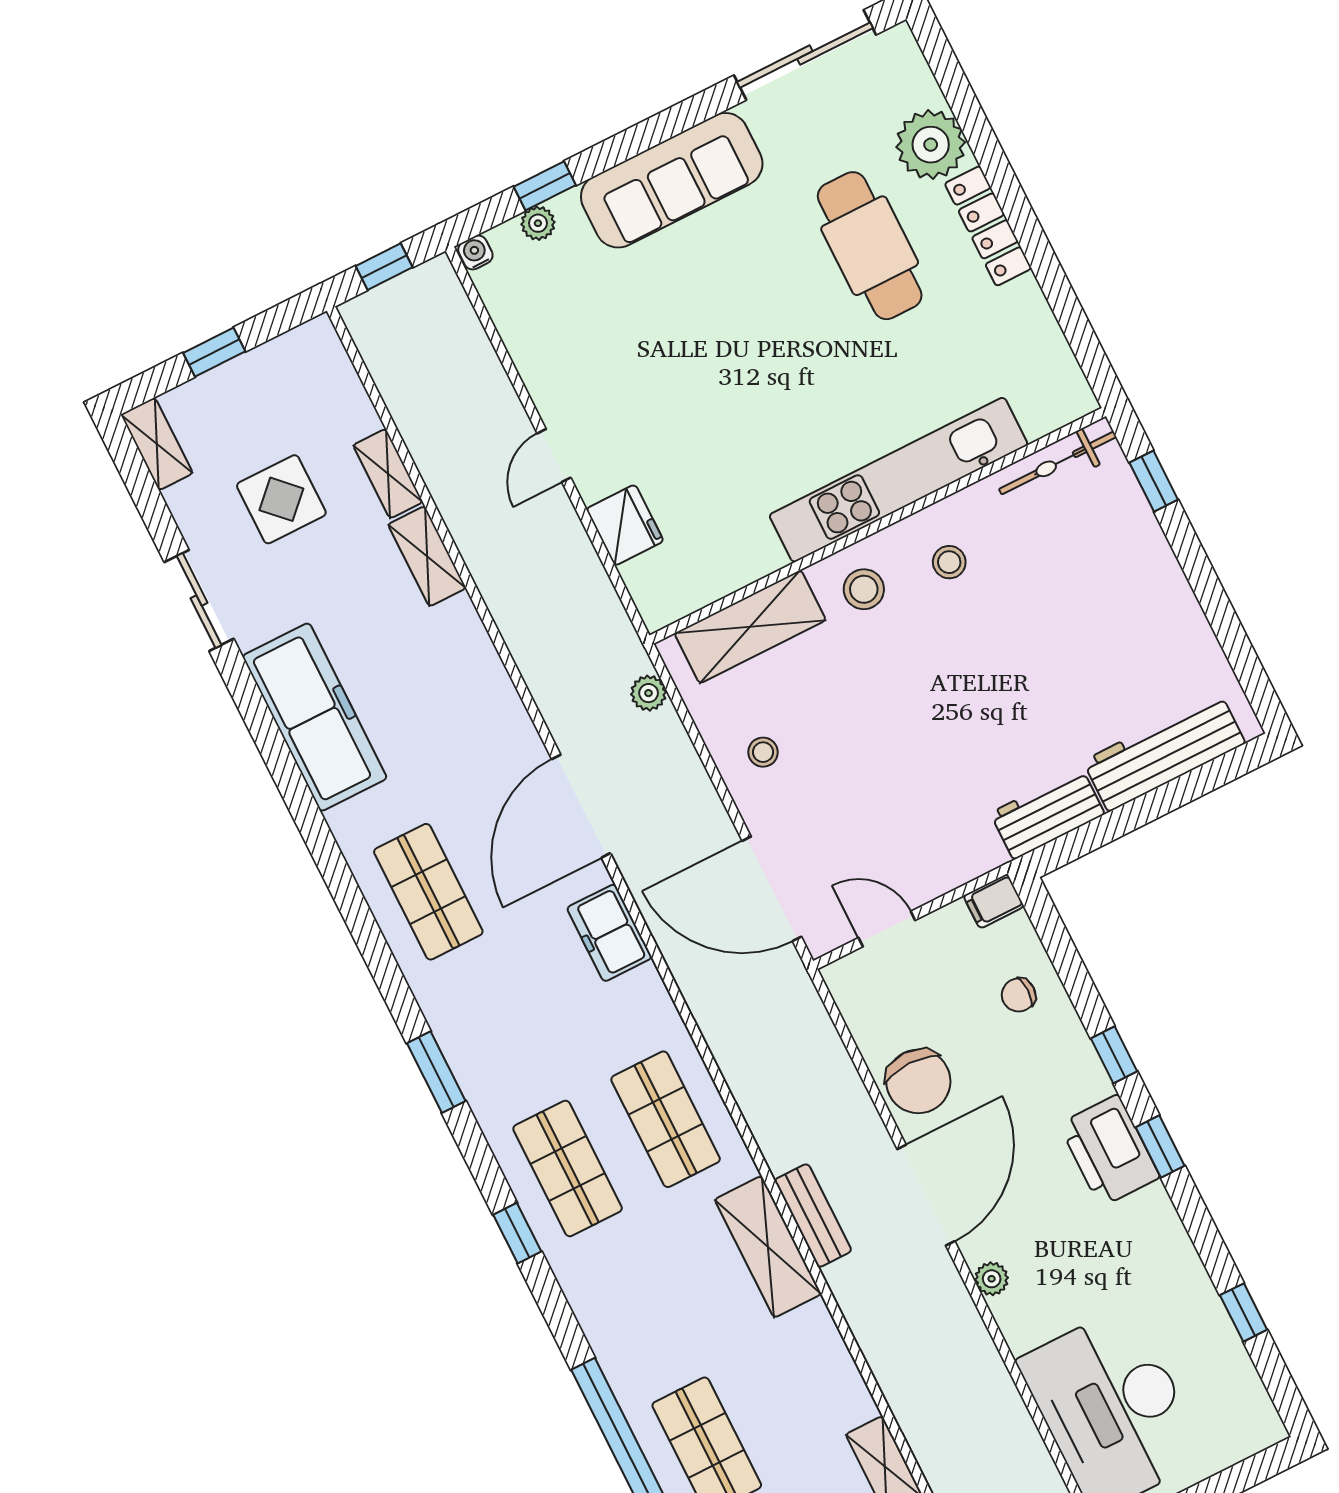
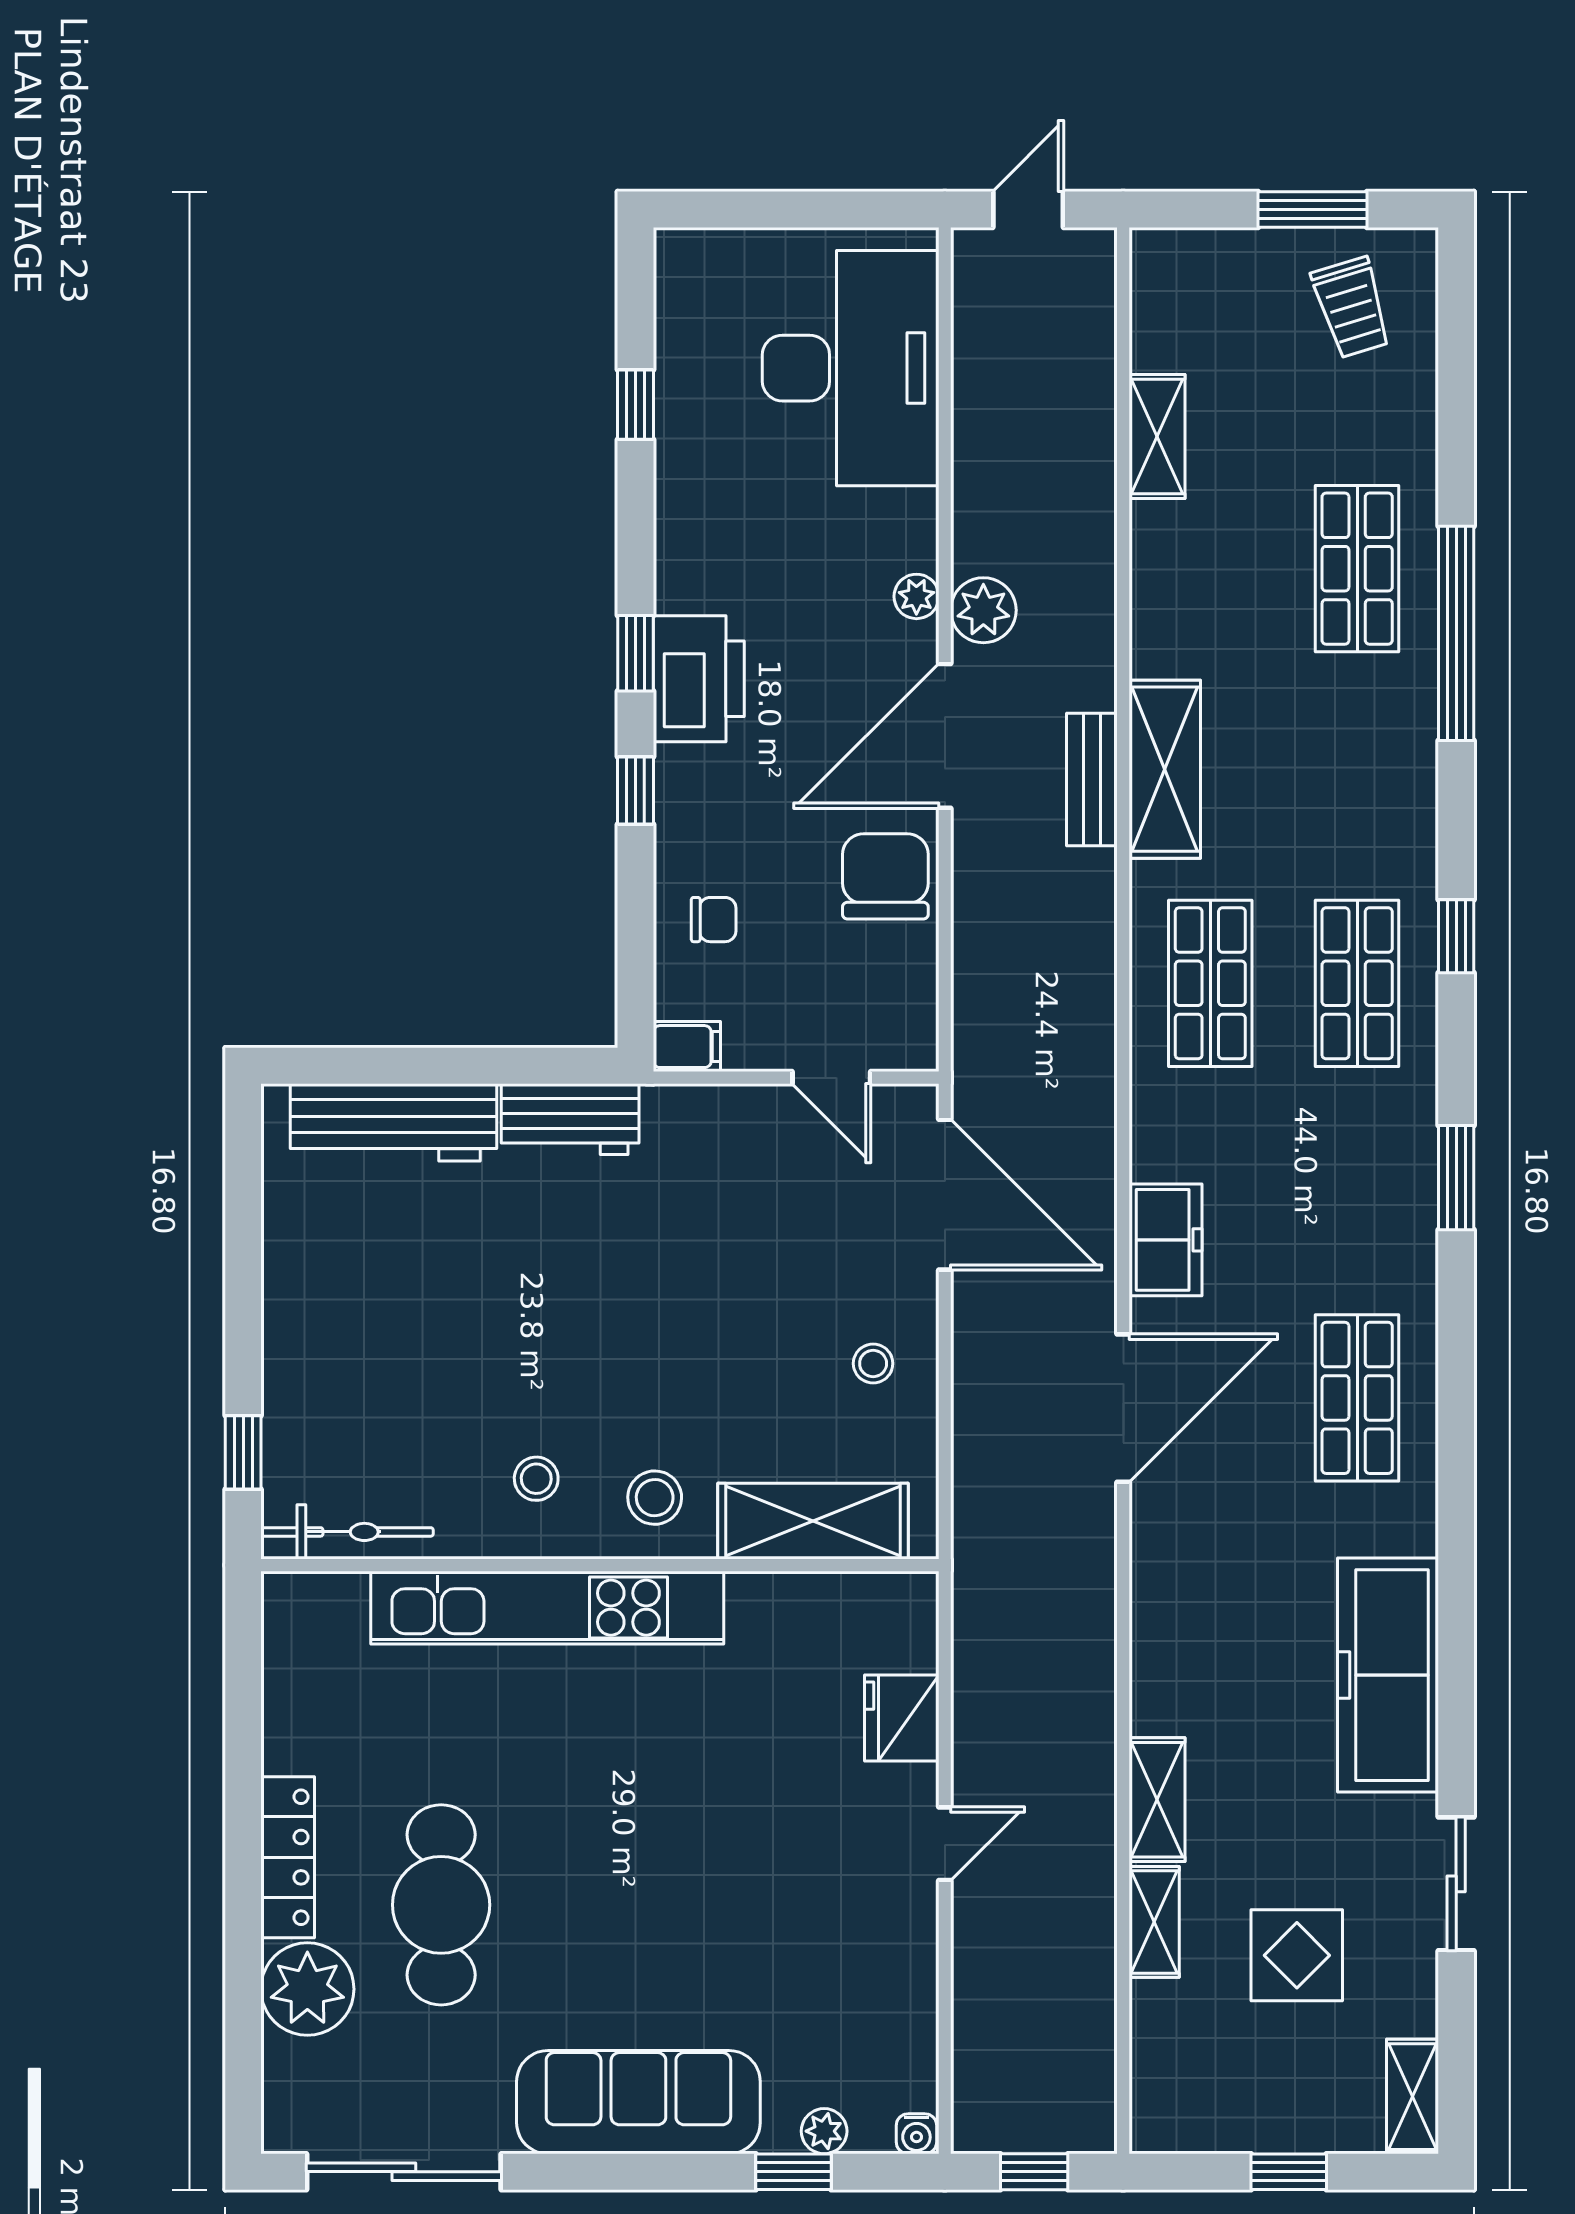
plant: (649, 693) -> (983, 610), moved, width x1.38, depth x1.38

